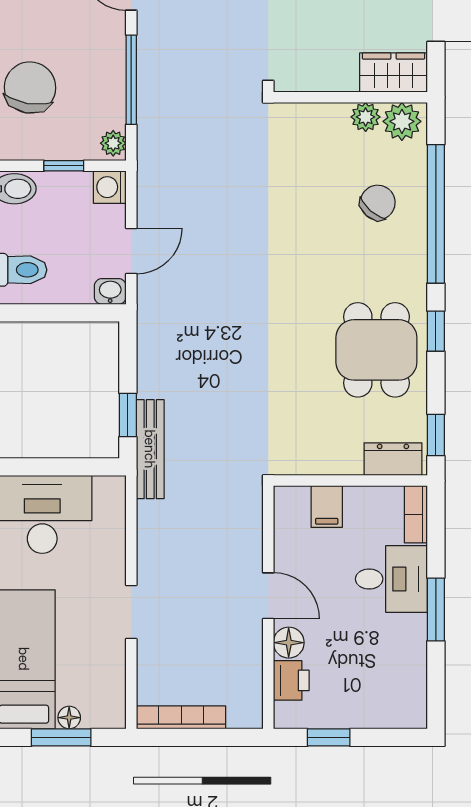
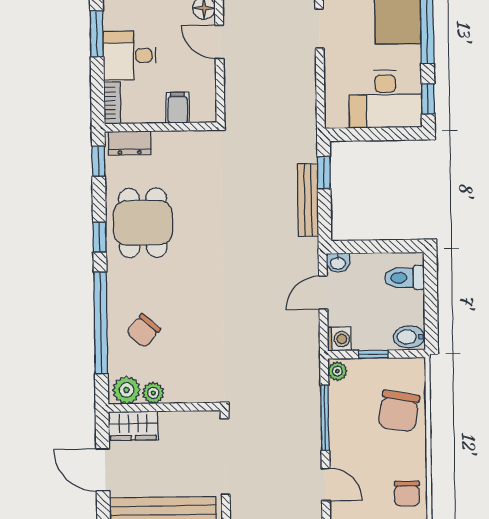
bench: (150, 449) -> (308, 200), moved

